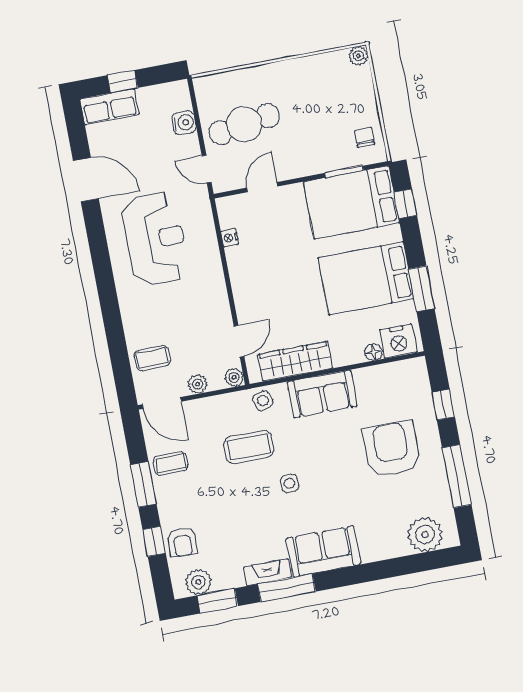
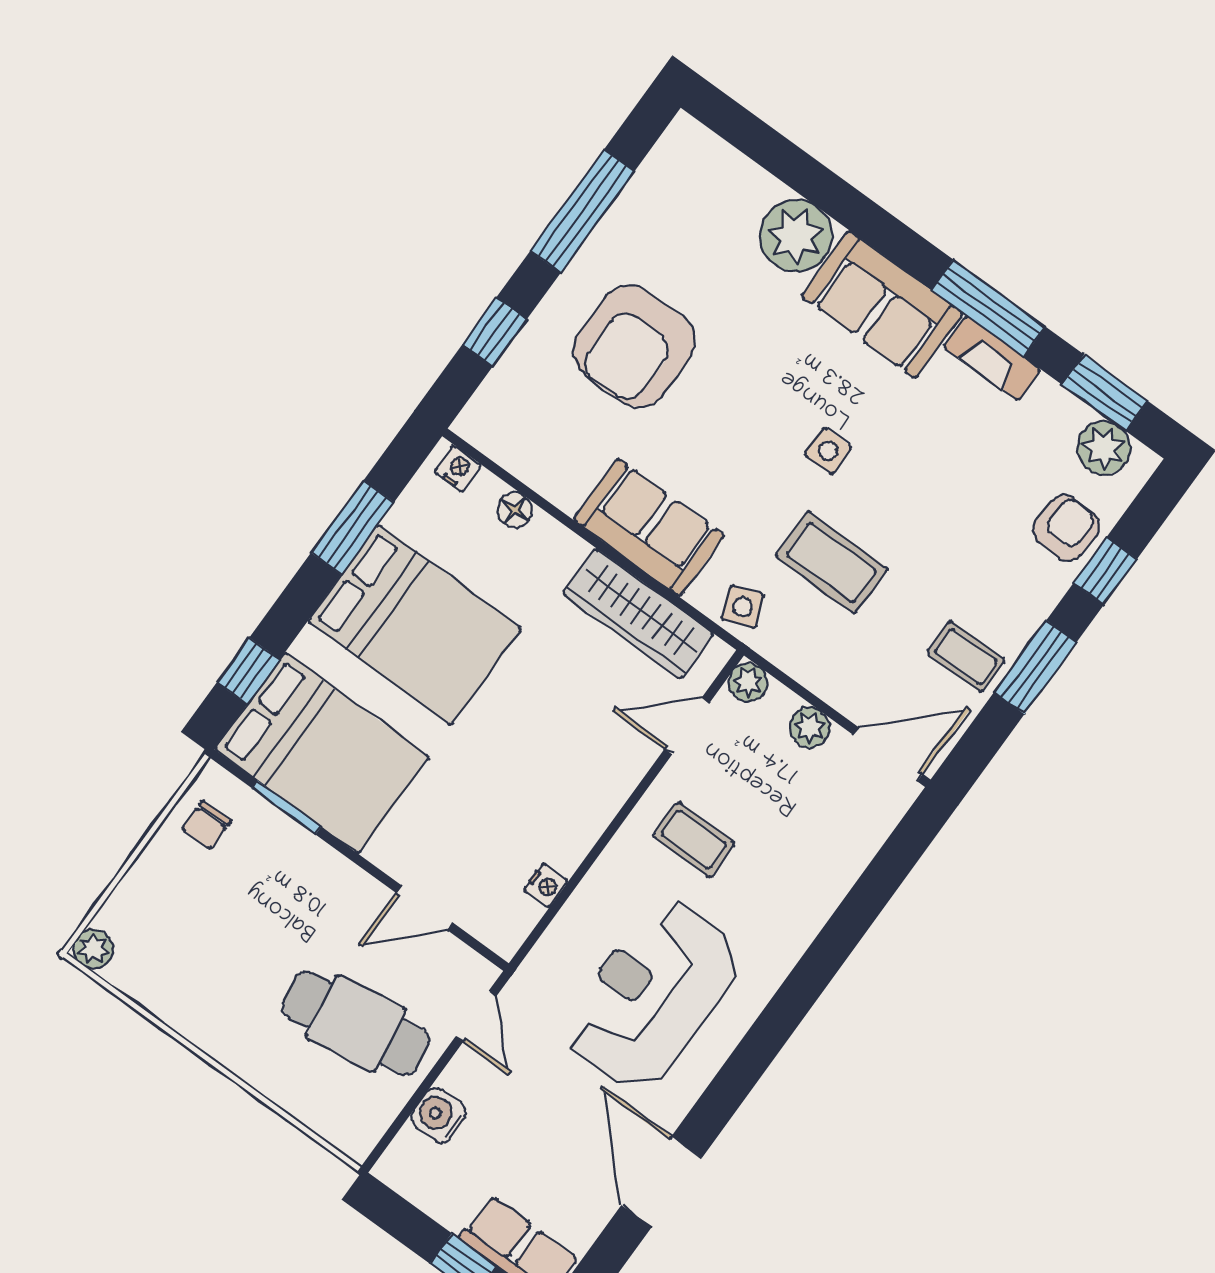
nightstand: (398, 341) -> (458, 468), width x0.53, depth x0.56
coffee table: (152, 358) -> (694, 840), moved
door: (162, 403) -> (888, 754), hinge flipped
plant: (425, 535) -> (796, 236), moved

